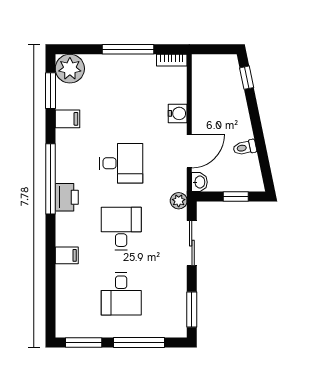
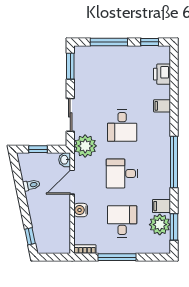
plant: (70, 69) -> (160, 225), moved
printer: (67, 197) -> (162, 74), moved
plant: (179, 201) -> (85, 146), width x1.88, depth x1.88
desk: (121, 294) -> (122, 221), moved
window: (84, 343) -> (150, 42), width x0.67

